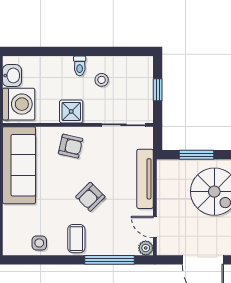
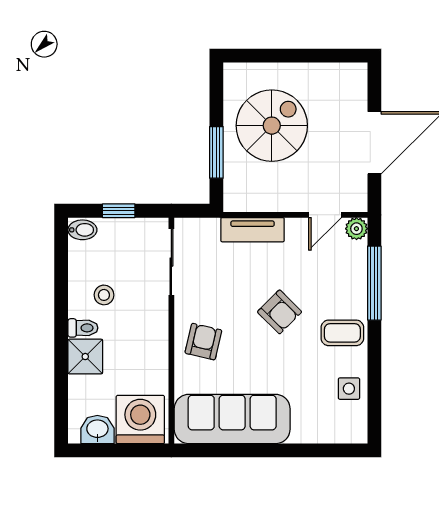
bidet: (145, 66) -> (82, 230), added
shower: (71, 111) -> (85, 357), moved
tv unit: (145, 179) -> (253, 230), width x0.71

